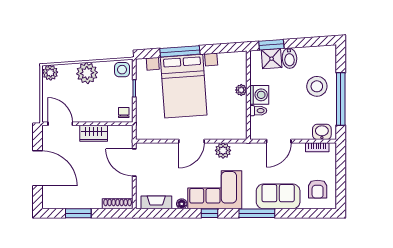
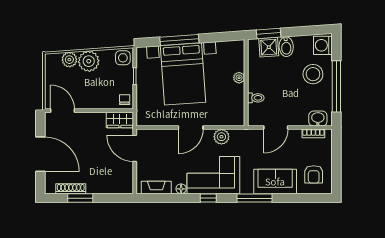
plant: (50, 73) -> (69, 60), moved
washing machine: (259, 95) -> (323, 45), moved, turned 180
wardrobe: (94, 133) -> (120, 120), moved
shoe rack: (118, 204) -> (71, 189), moved

